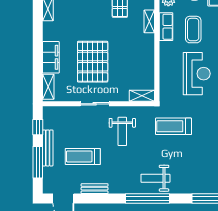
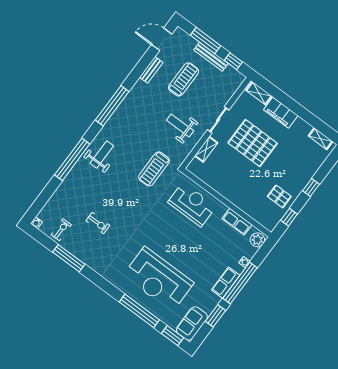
shelving: (149, 21) -> (251, 212), removed
coffee table: (193, 30) -> (219, 241), removed
reception desk: (197, 74) -> (192, 204), moved, turned 180
shelving: (142, 96) -> (206, 149), moved
treadmill: (173, 126) -> (154, 169), turned 180
weight bench: (155, 178) -> (102, 154), moved

